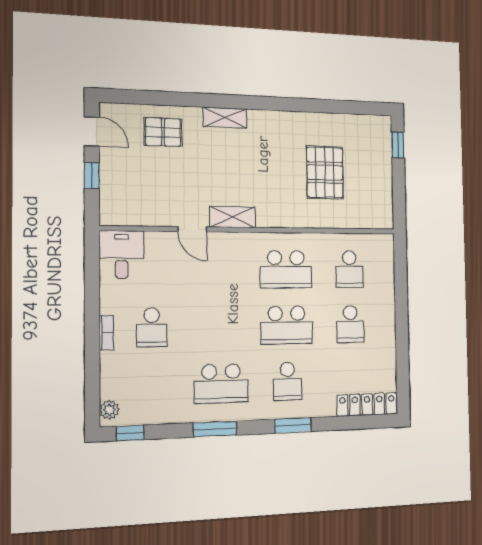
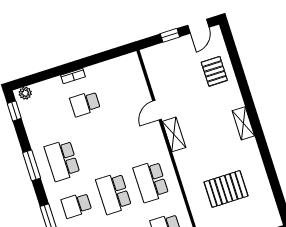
shelving: (225, 118) -> (243, 123), moved
desk: (122, 255) -> (126, 70), removed

